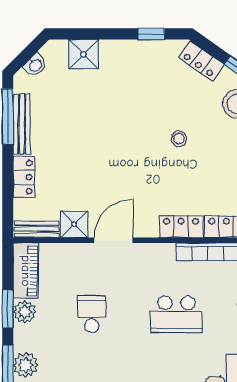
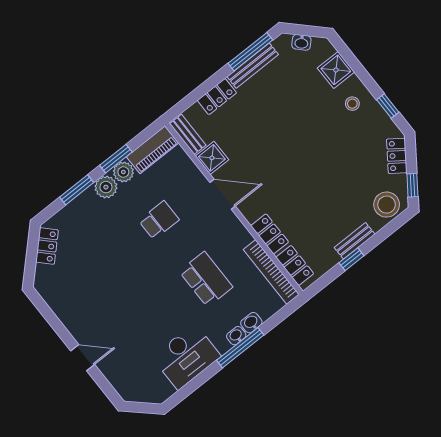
stool: (179, 139) -> (352, 104), moved
school desk: (176, 314) -> (206, 279), turned 180
plant: (26, 365) -> (106, 187), moved

